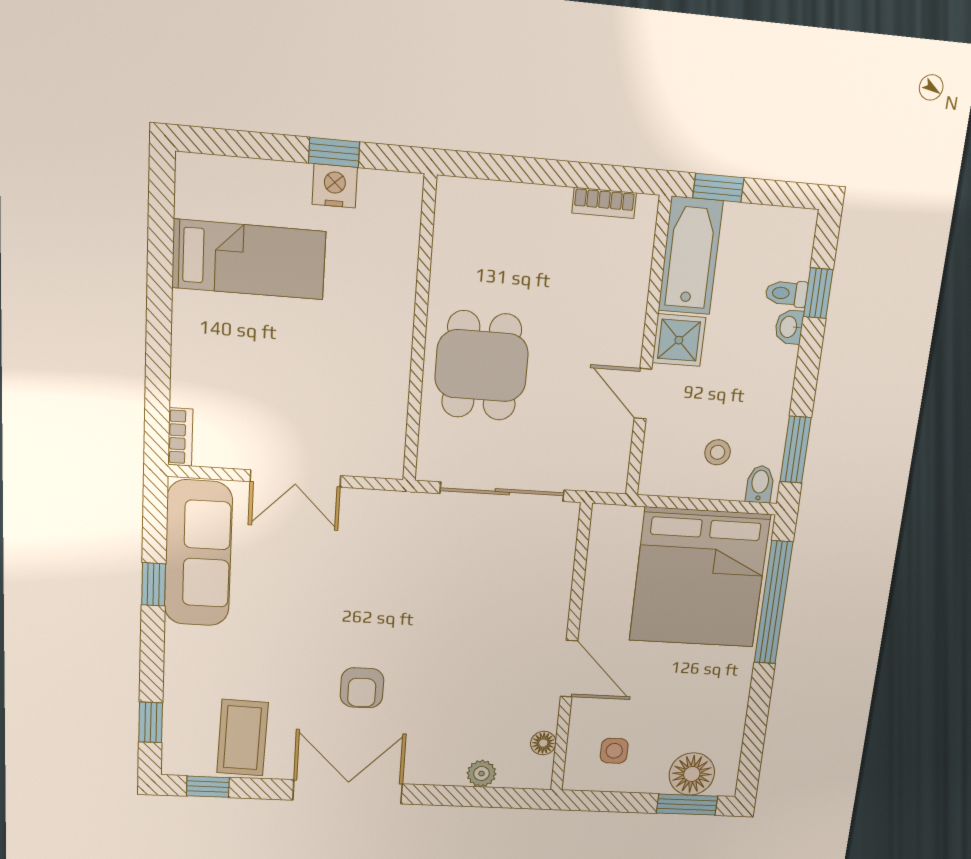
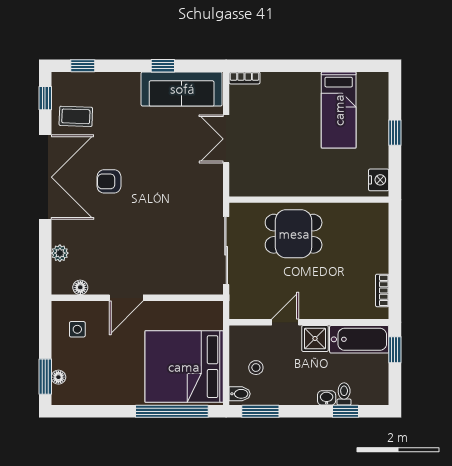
window: (334, 152) -> (395, 133), moved
nightstand: (335, 186) -> (379, 180), moved
coffee table: (242, 738) -> (76, 116), width x0.73, depth x0.77
floor lamp: (692, 774) -> (58, 377), width x0.53, depth x0.53
double door: (348, 792) -> (45, 177), width x1.36

